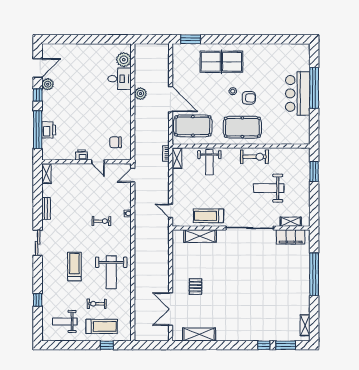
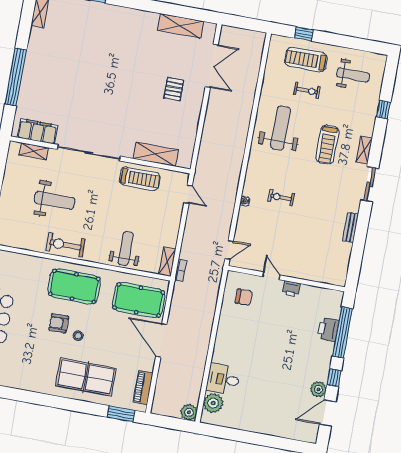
piano: (178, 62) -> (143, 387), added
plant: (140, 94) -> (189, 412), moved
shelving: (46, 173) -> (364, 150), moved

